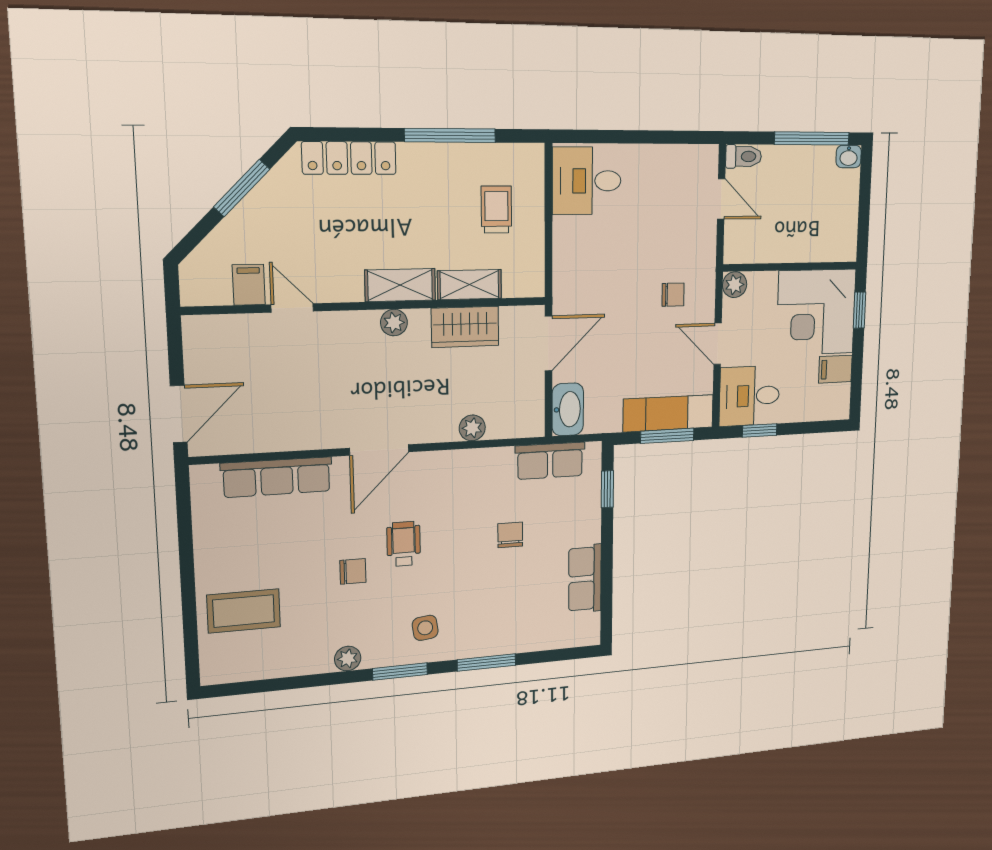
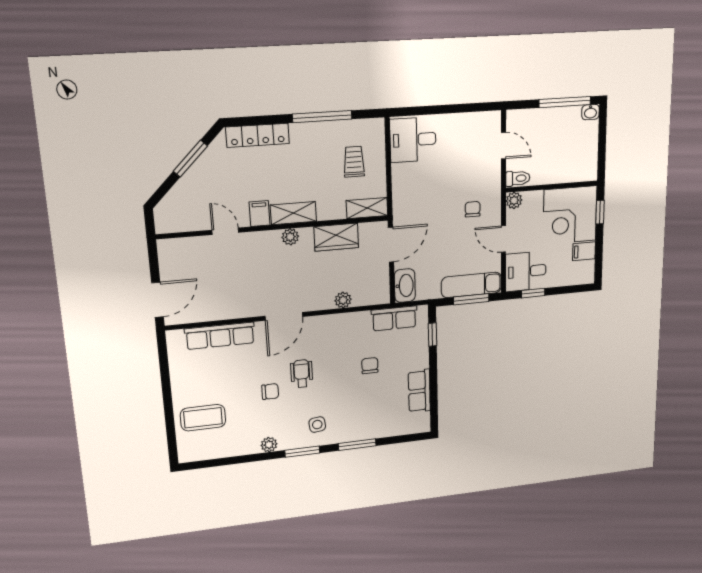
toilet: (744, 156) -> (518, 178), moved
filing cabinet: (249, 285) -> (260, 213), moved
shelving: (469, 285) -> (367, 208), moved
chair: (673, 295) -> (473, 209), turned -90

